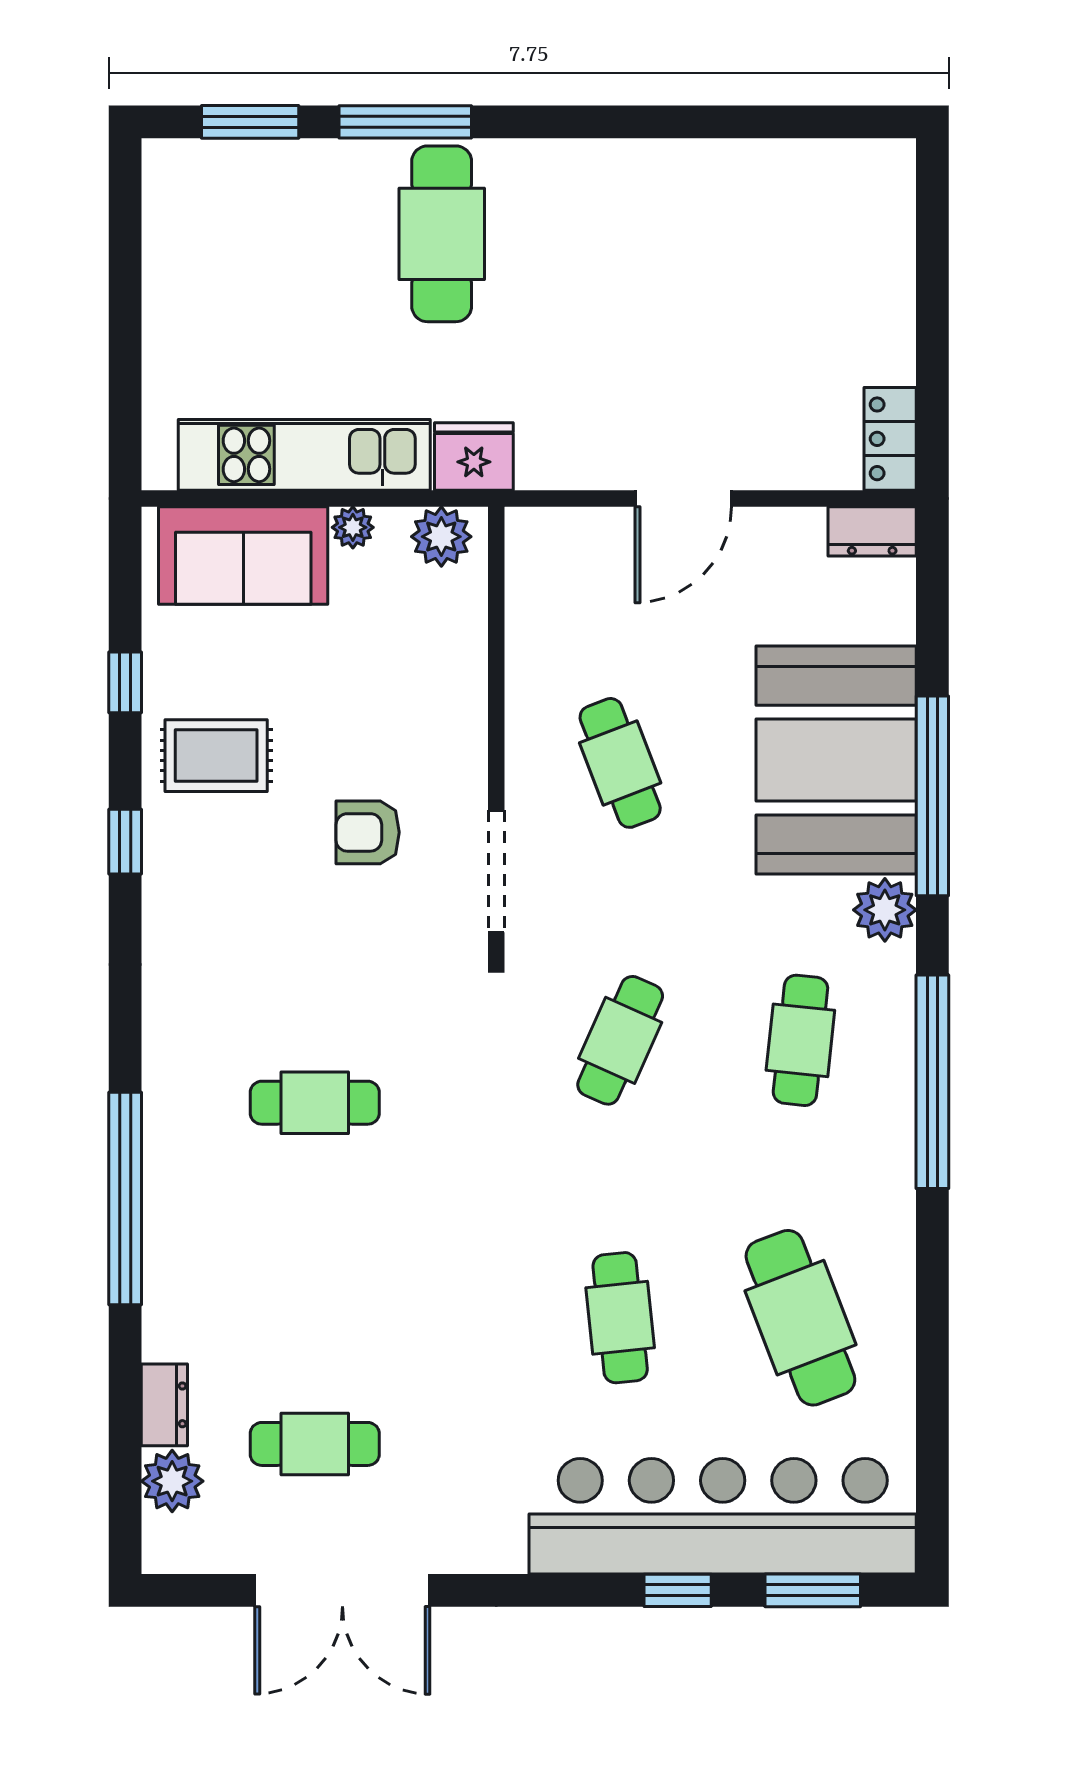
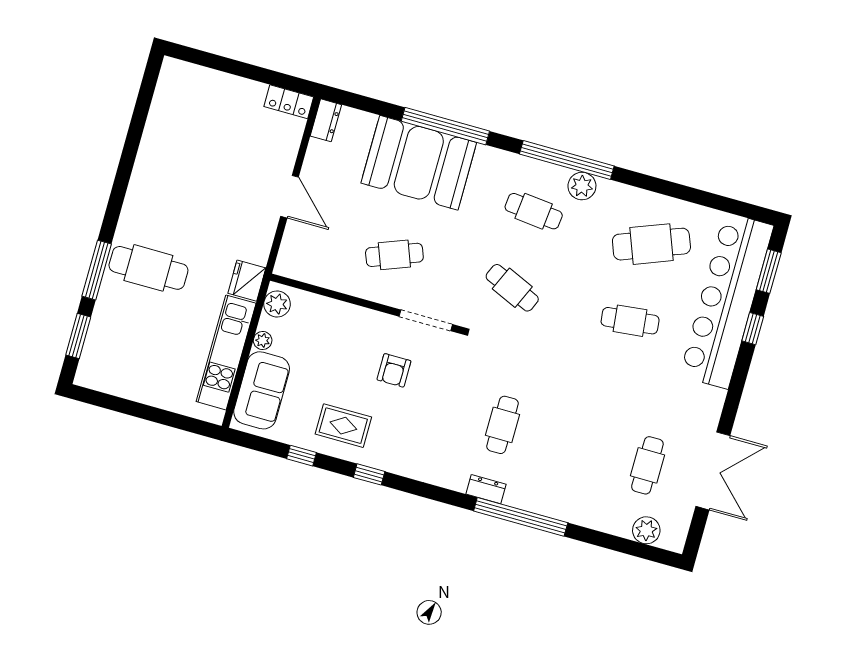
rug: (216, 756) -> (343, 426), turned 90
plant: (885, 910) -> (582, 186), moved
dresser: (164, 1405) -> (486, 489), moved

